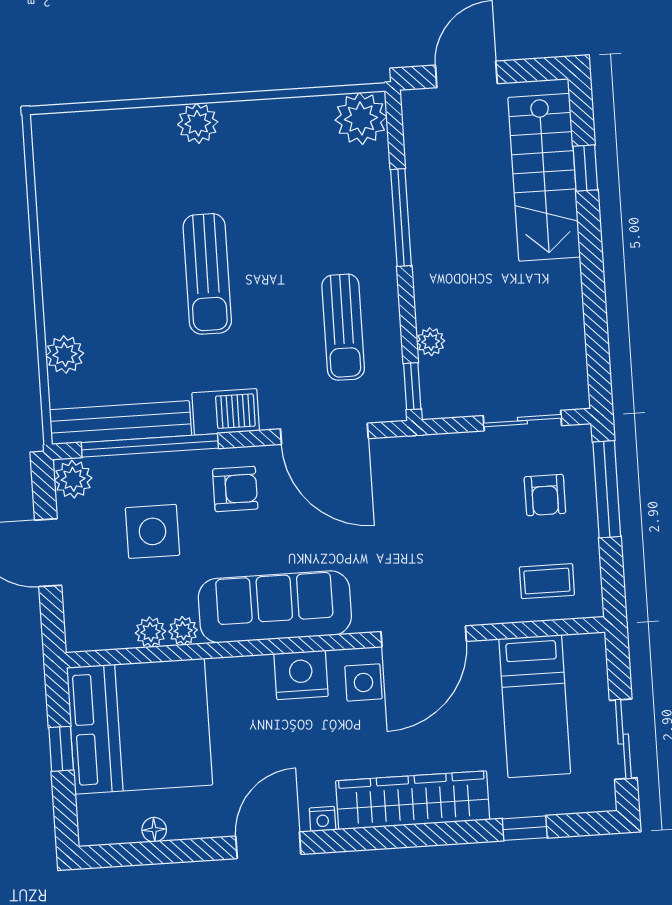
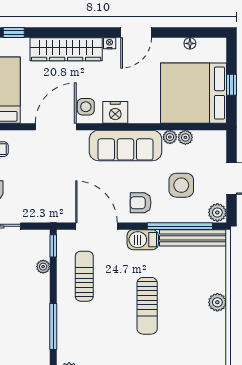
sun lounger: (207, 274) -> (147, 306), turned 180
plant: (65, 355) -> (217, 302), moved

